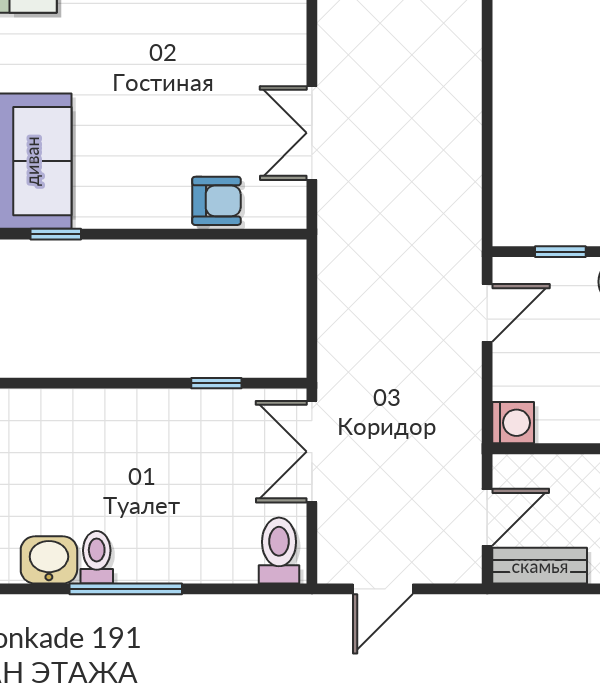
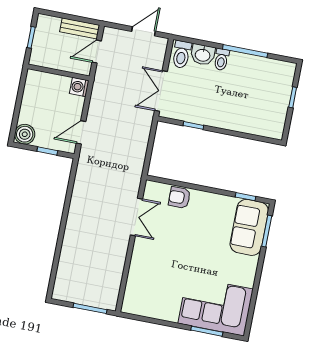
double door: (312, 452) -> (161, 91), swing flipped
toilet: (97, 557) -> (221, 59), moved
washbasin: (49, 560) -> (203, 55), moved

